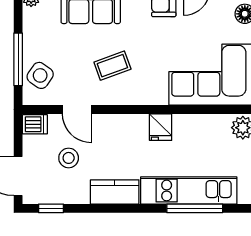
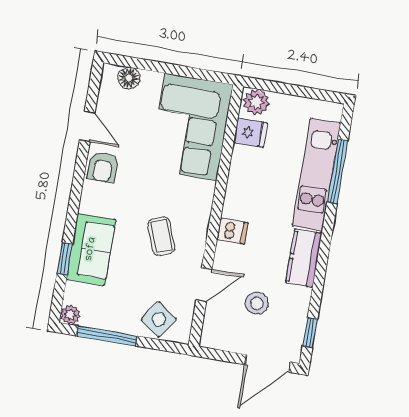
window: (18, 59) -> (107, 336), moved
dishwasher: (35, 124) -> (233, 231), moved, turned 90
fridge: (161, 127) -> (250, 133), moved

